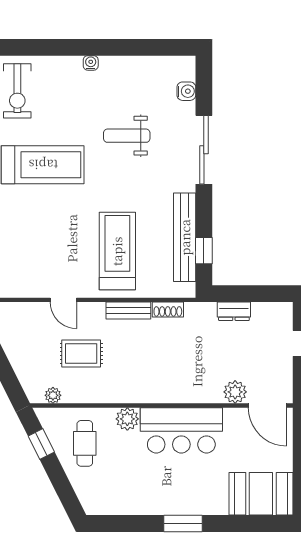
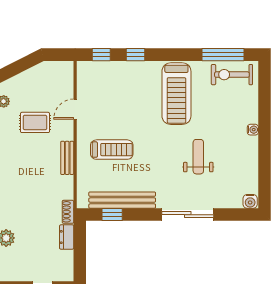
water cooler: (186, 91) -> (250, 201), moved
treadmill: (117, 251) -> (112, 150), width x0.73, depth x0.73
shoe rack: (168, 310) -> (68, 212), moved
rug: (81, 353) -> (35, 122), turned 90

